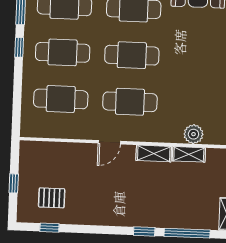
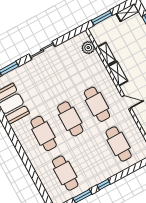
cafe table: (63, 52) -> (92, 159), removed
plant: (193, 134) -> (88, 48), moved

